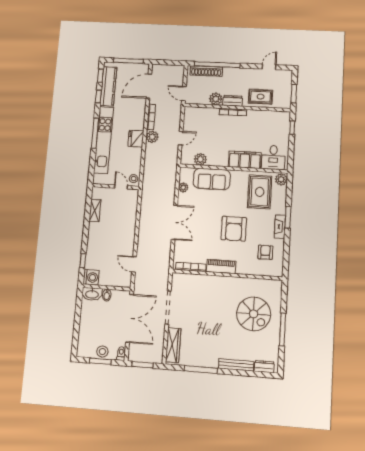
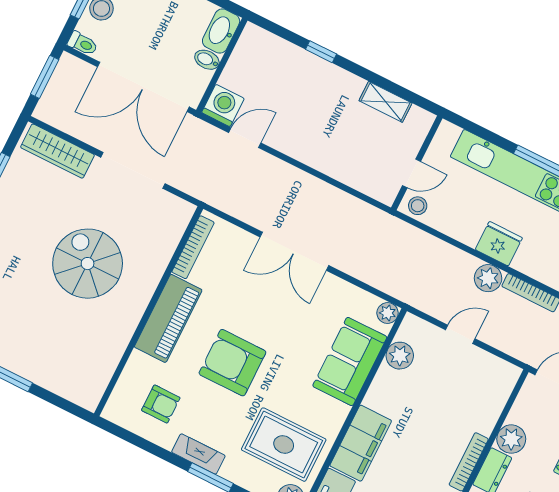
door: (181, 138) -> (460, 334), swing flipped
plant: (183, 187) -> (388, 313), moved
window: (83, 261) -> (321, 52), moved
piano: (221, 266) -> (168, 318), width x1.37, depth x1.33
washing machine: (91, 277) -> (223, 105), moved, turned 180
spiral stairs: (254, 314) -> (88, 264), moved, turned 90

